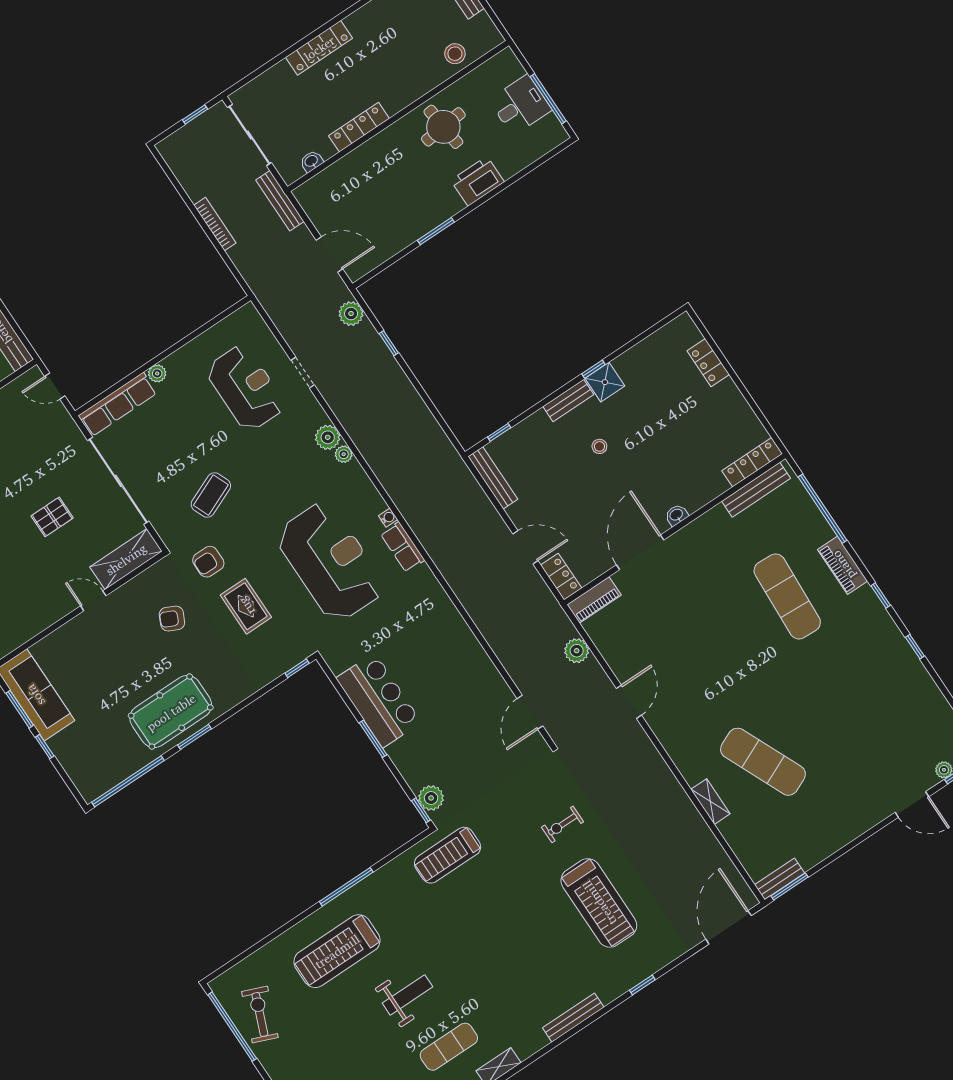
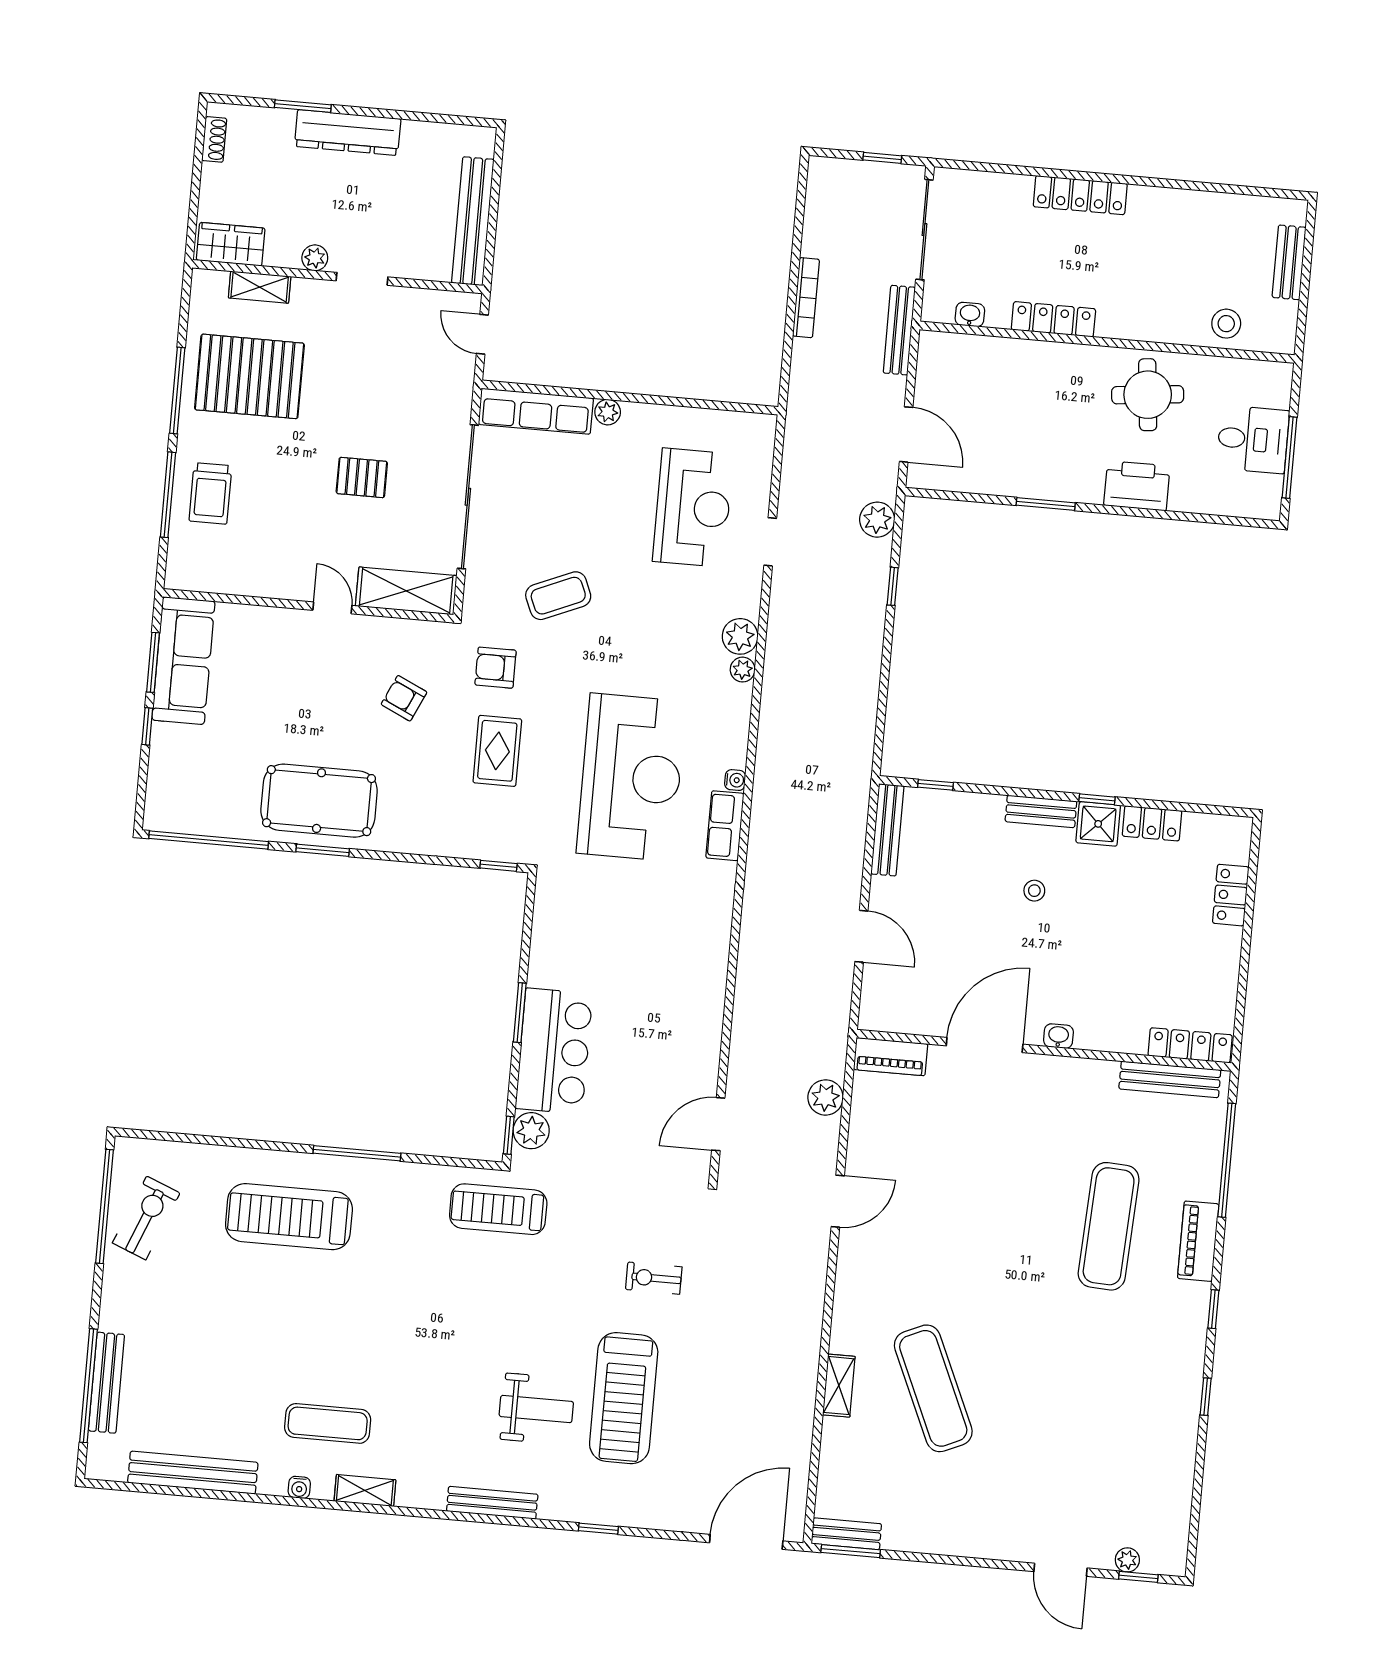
locker: (561, 577) -> (1152, 823), moved, turned 90
bar counter: (379, 700) -> (554, 1051), moved
weight bench: (407, 995) -> (536, 1409), moved

